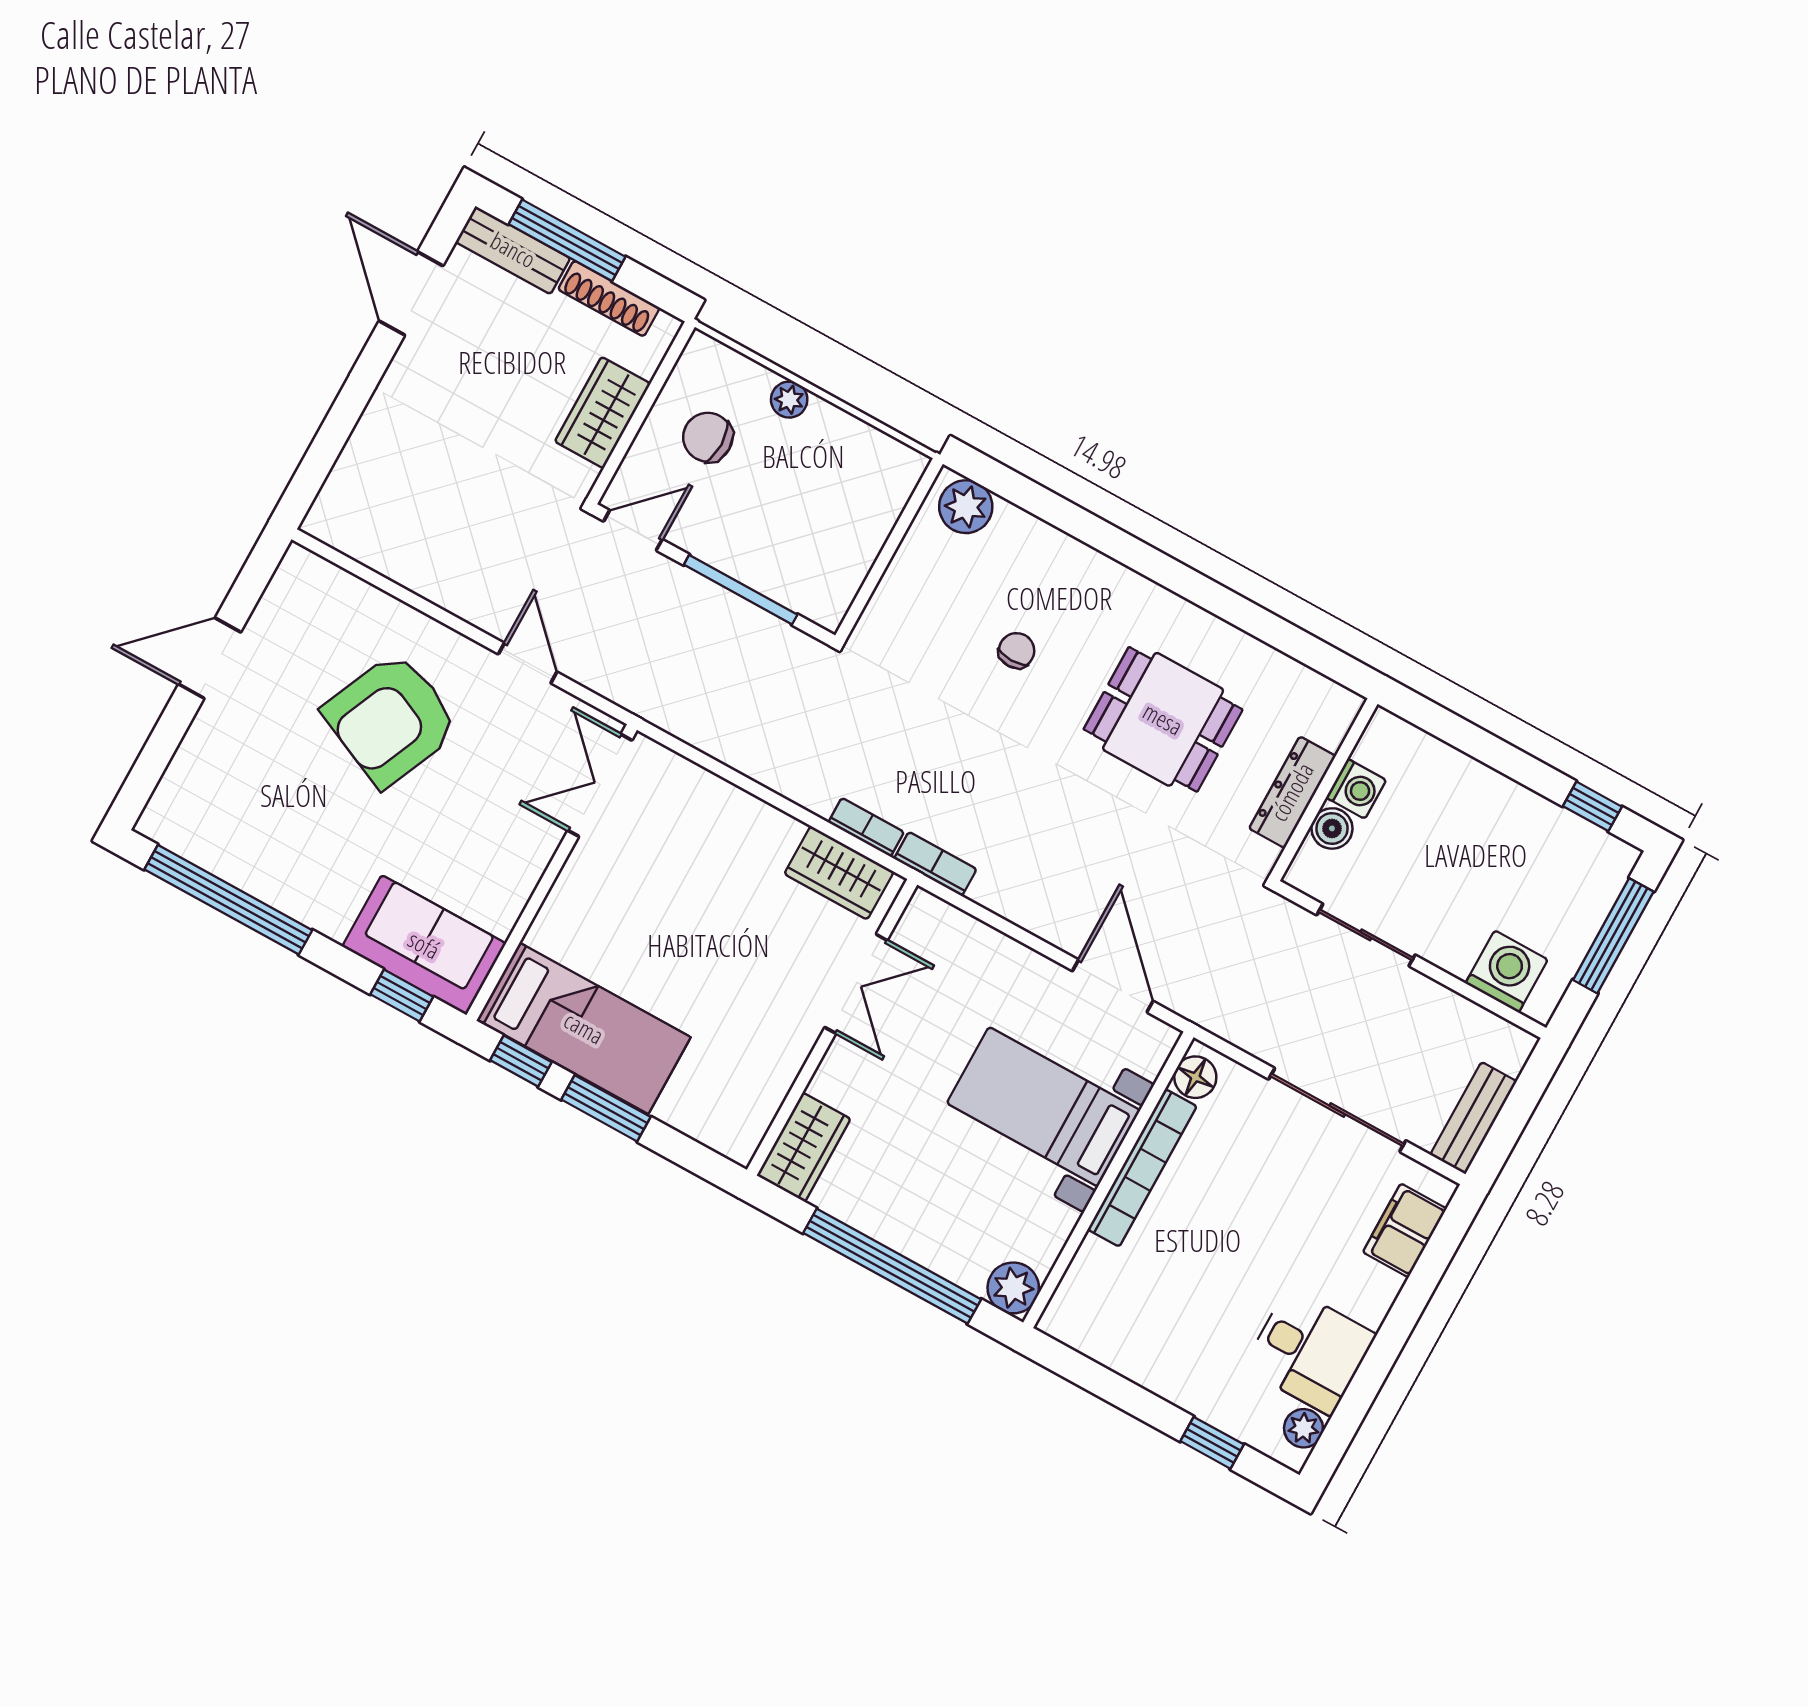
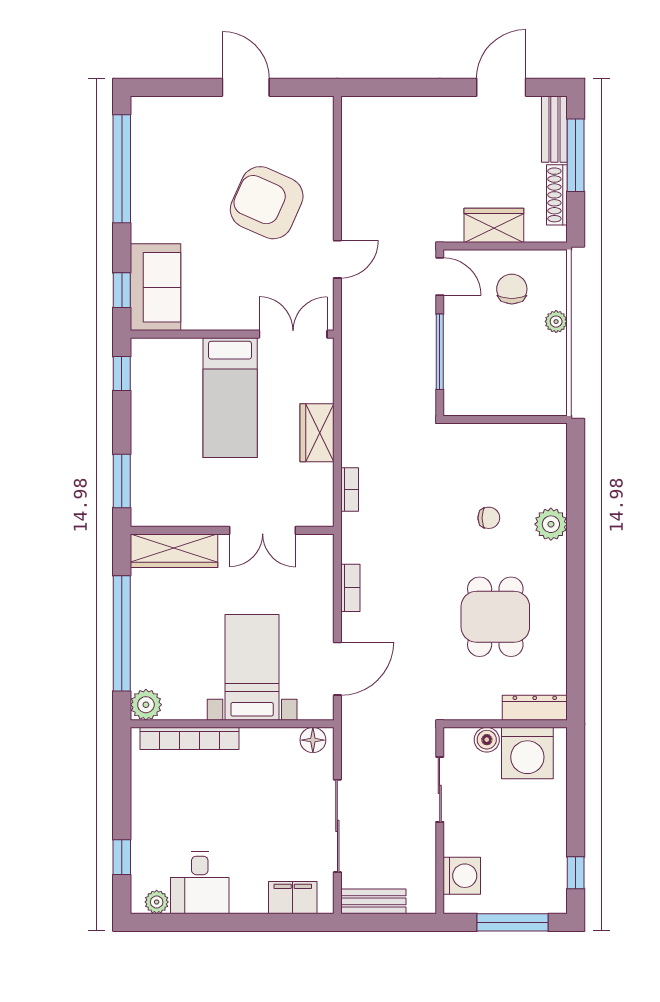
plant: (966, 507) -> (551, 524), moved
washing machine: (1356, 789) -> (527, 753), width x1.89, depth x1.89
dresser: (1292, 792) -> (535, 708), moved
bookcase: (935, 864) -> (350, 588), moved
wardrobe: (839, 873) -> (317, 433), moved
bed: (584, 1028) -> (230, 398), moved
window: (606, 1108) -> (122, 481), moved
wardrobe: (804, 1147) -> (174, 551), width x1.50
bookcase: (1142, 1168) -> (190, 738), moved

